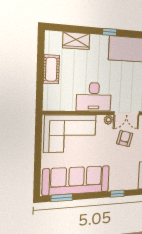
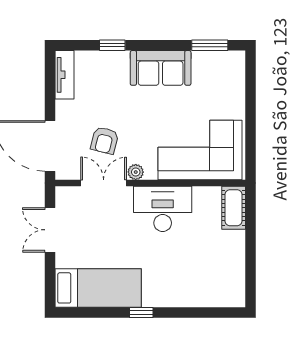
wardrobe: (76, 41) -> (196, 295), removed
cot: (51, 69) -> (234, 208), moved
sofa: (76, 180) -> (161, 68), width x0.54, depth x0.79

